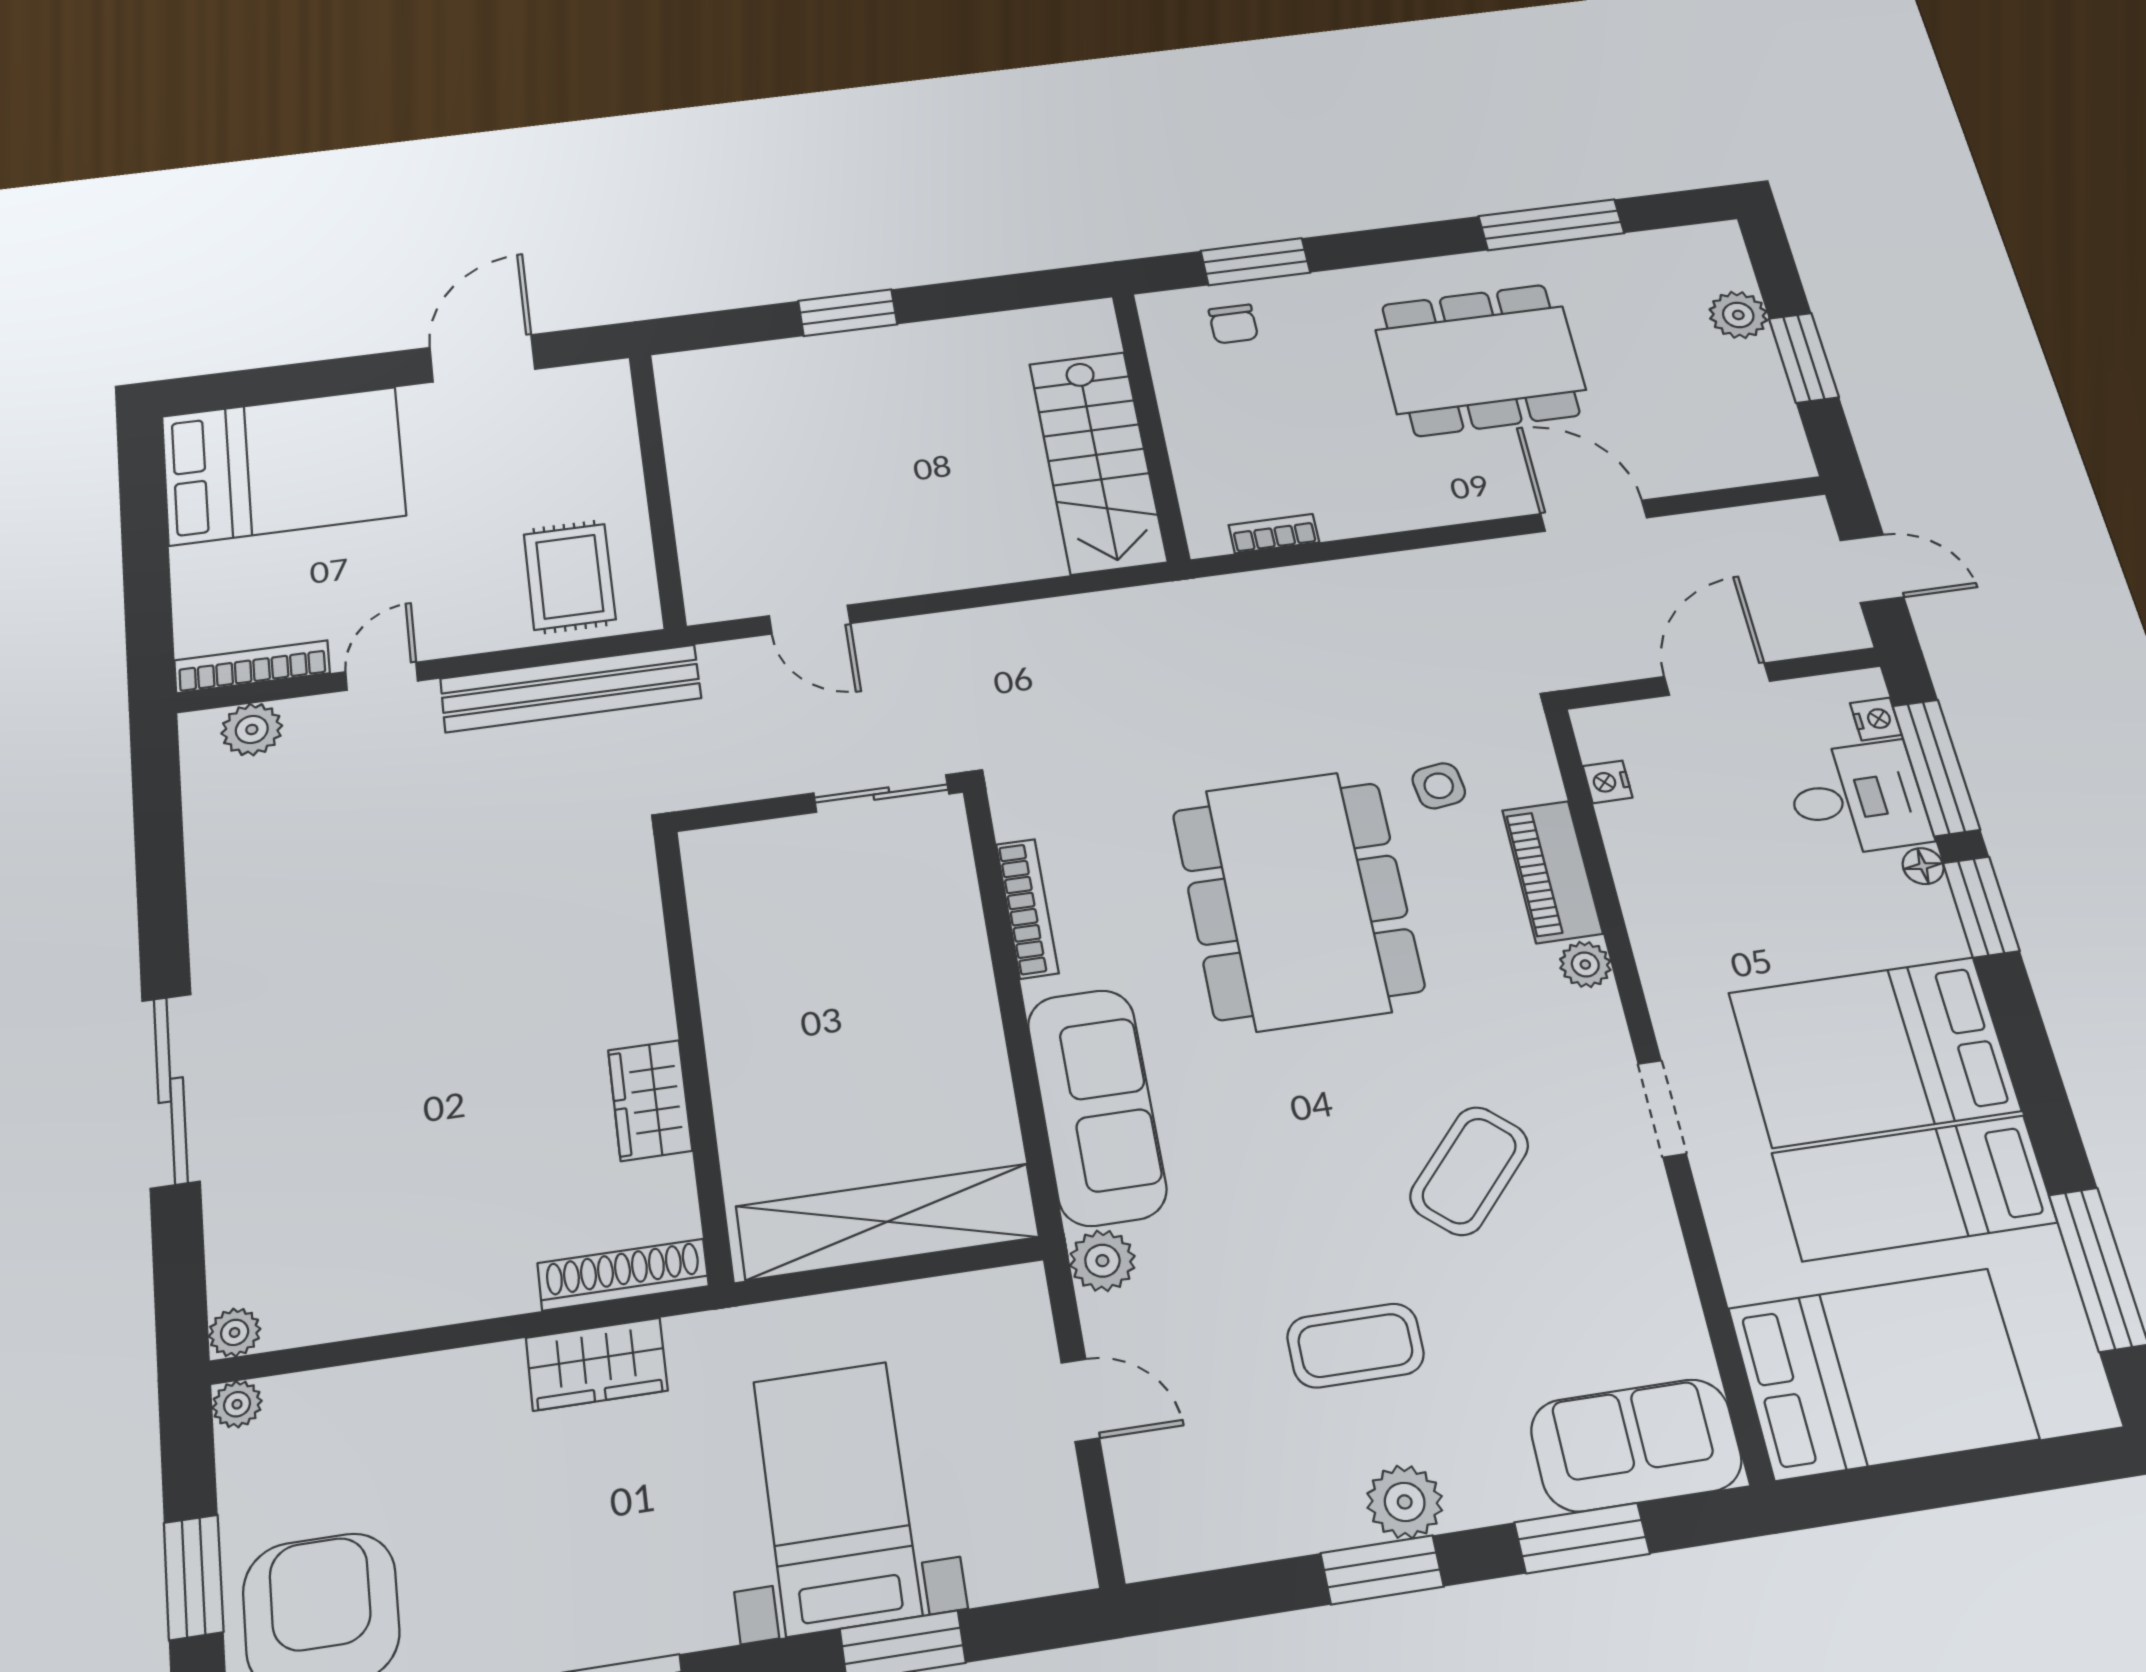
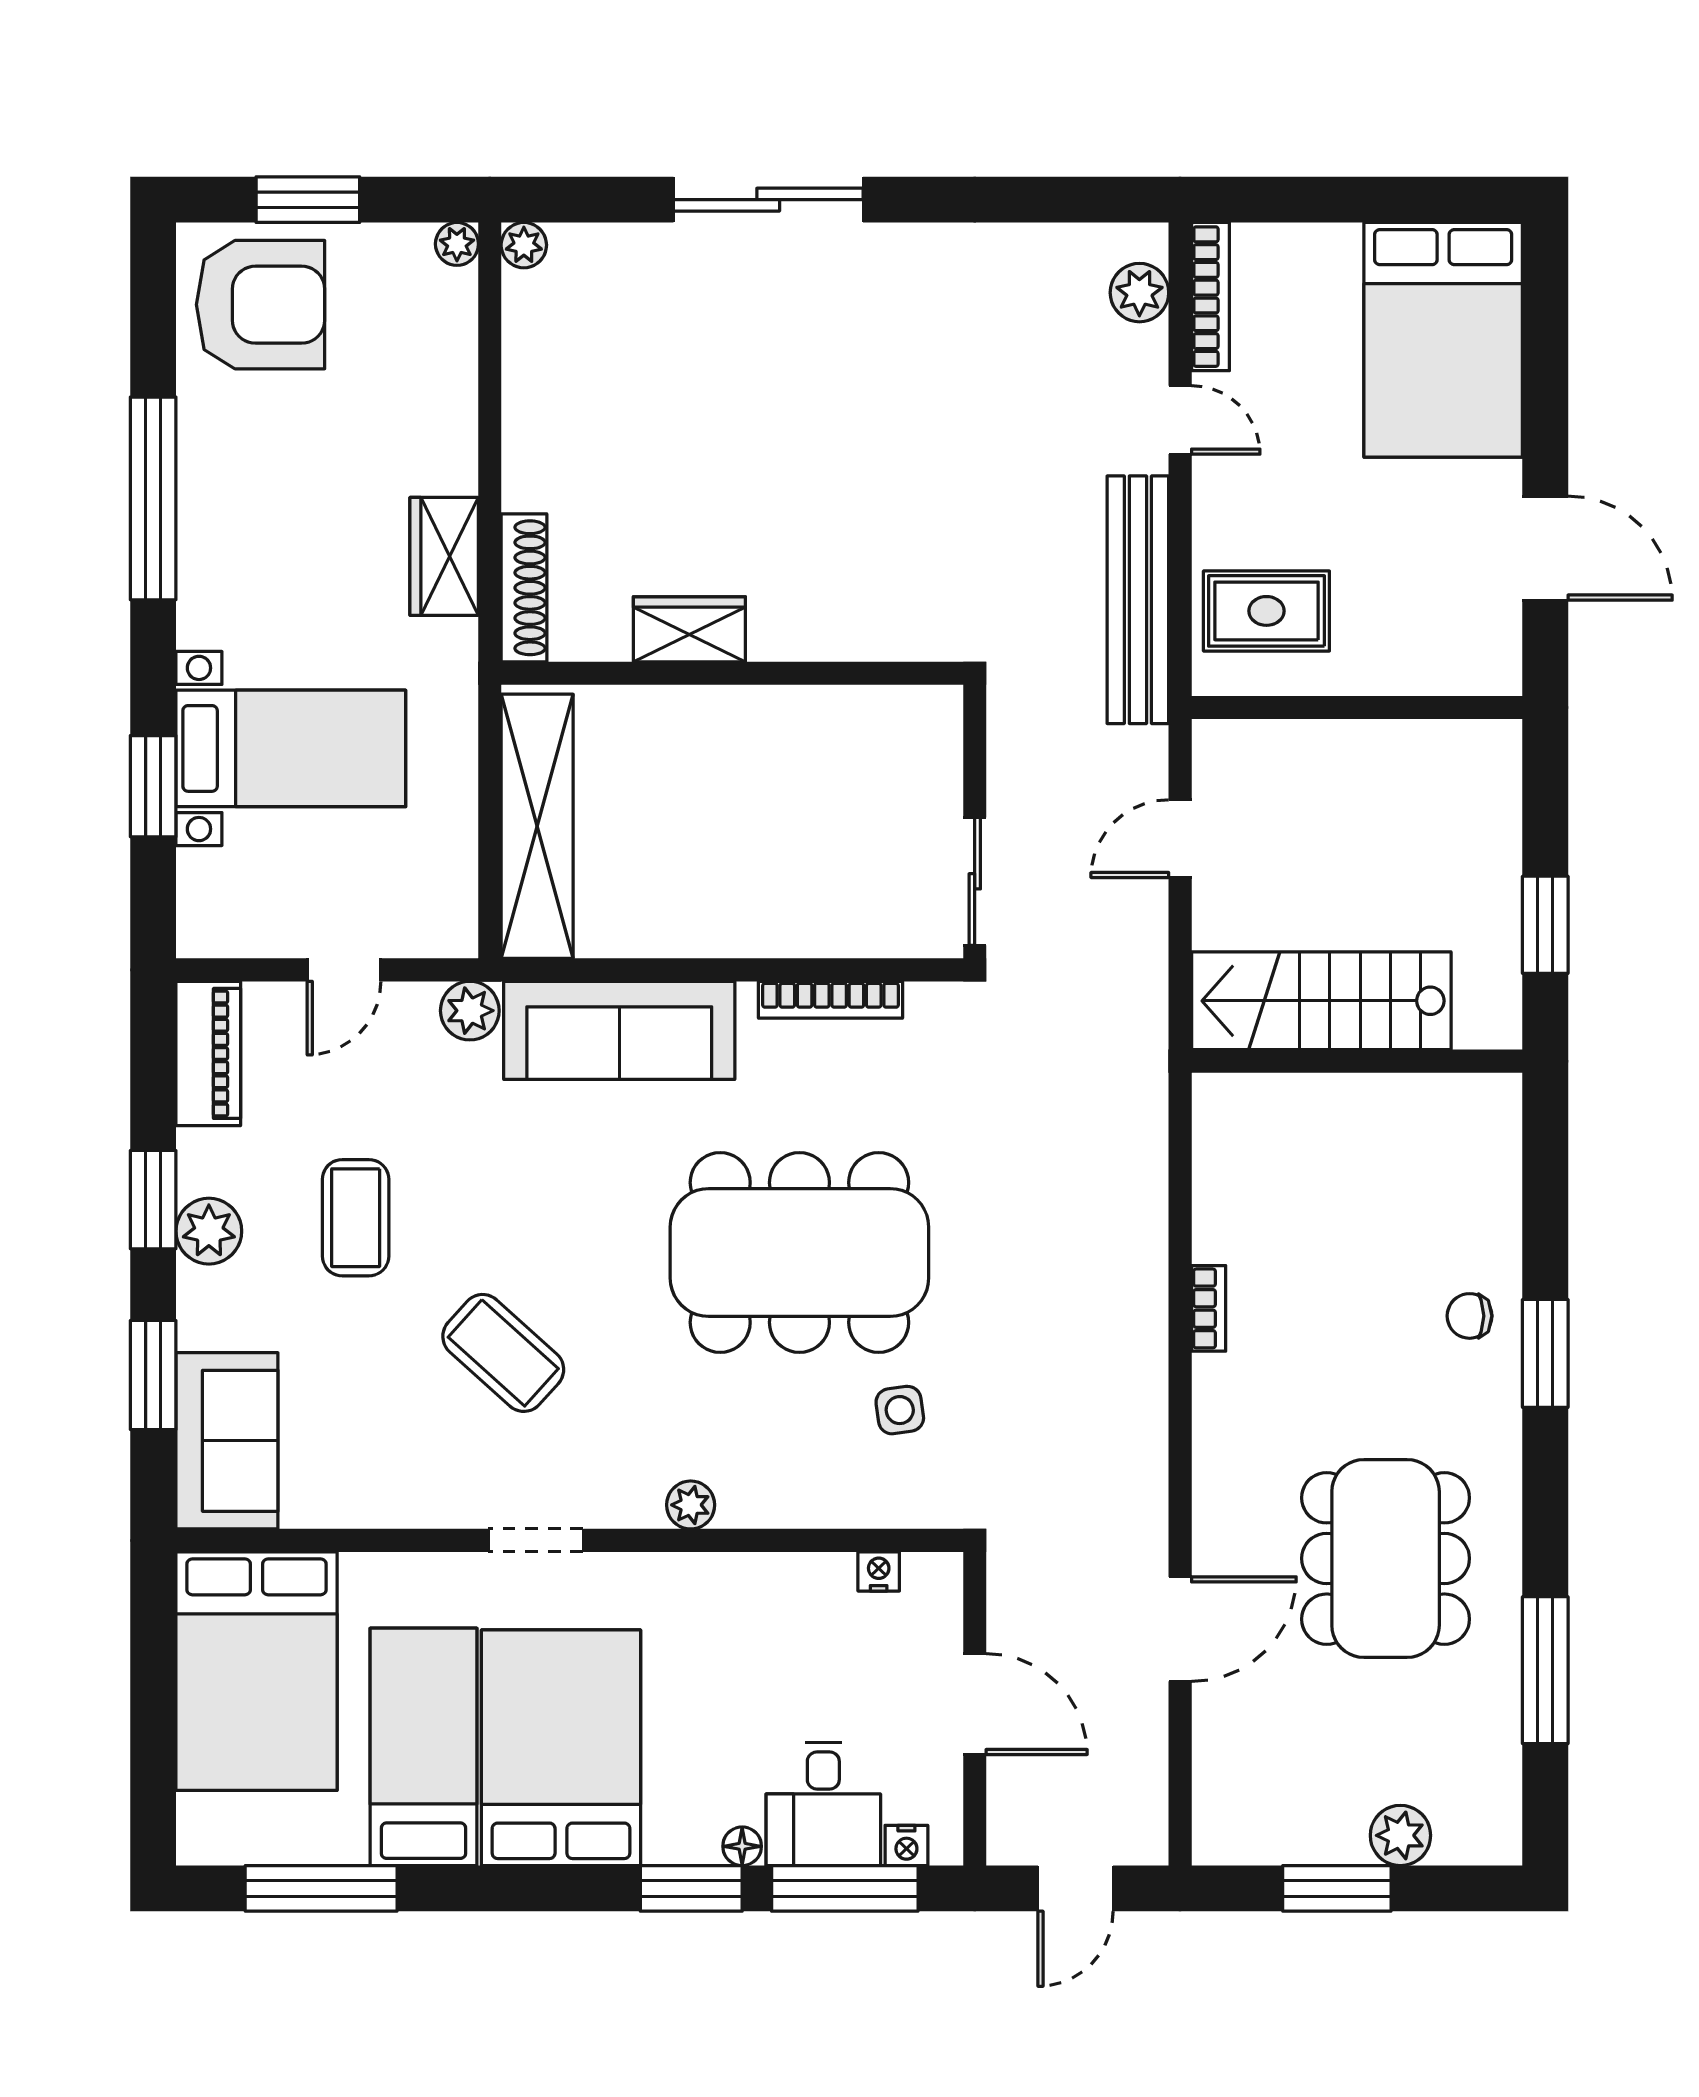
wall: (1151, 426) -> (1357, 1061), moved
stairs: (1098, 462) -> (1321, 1001), moved
piano: (1552, 872) -> (208, 1053), moved, turned 90

